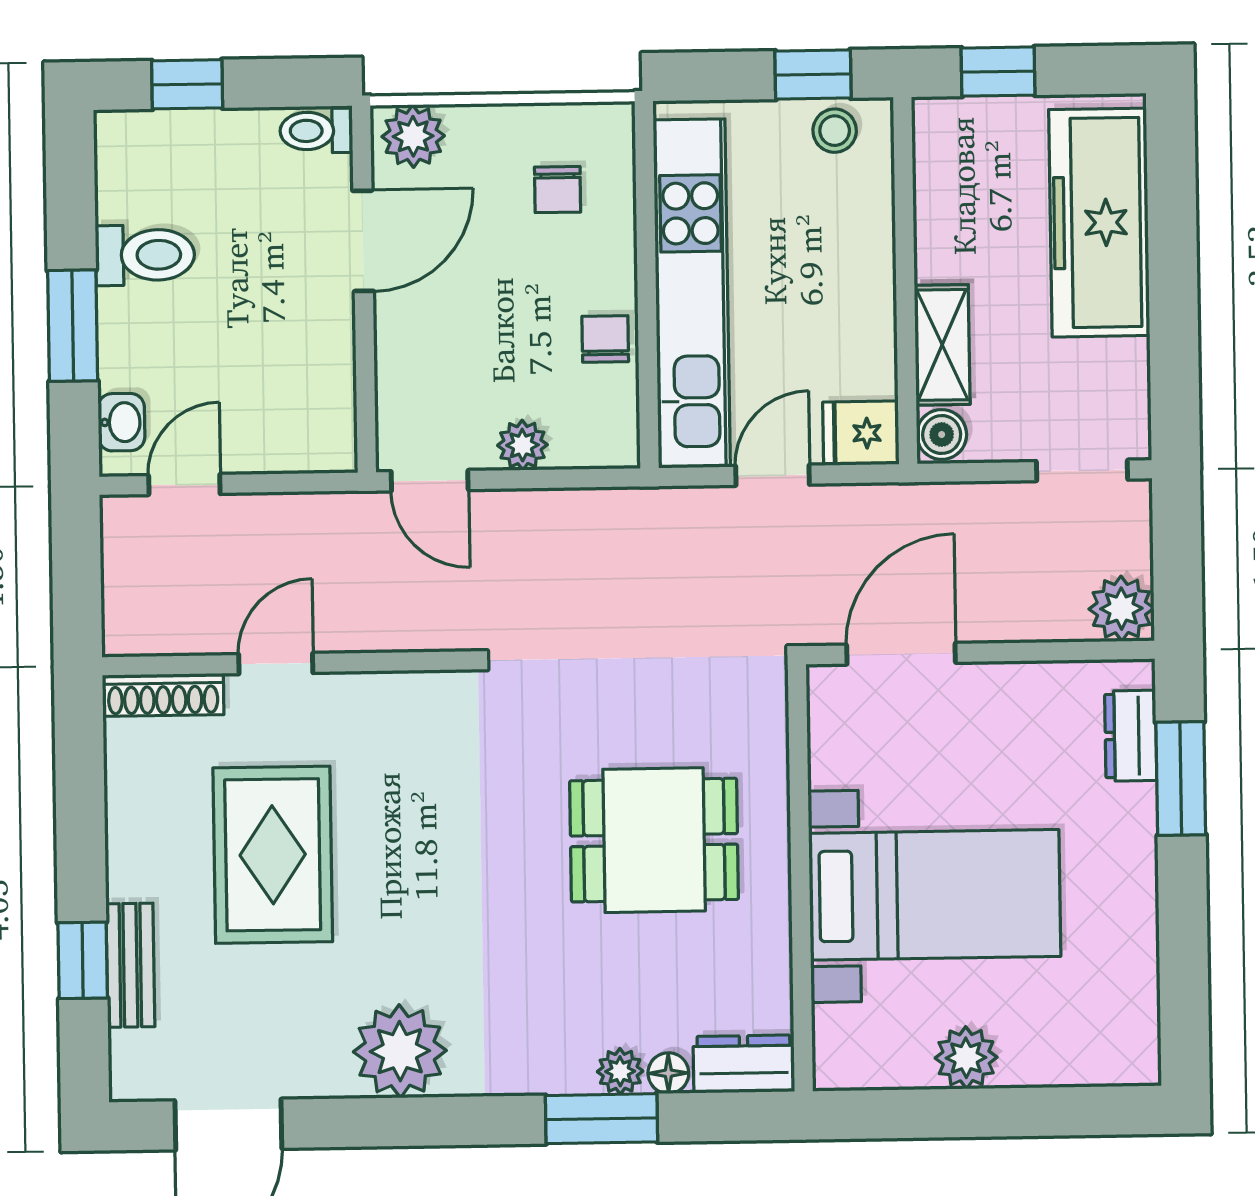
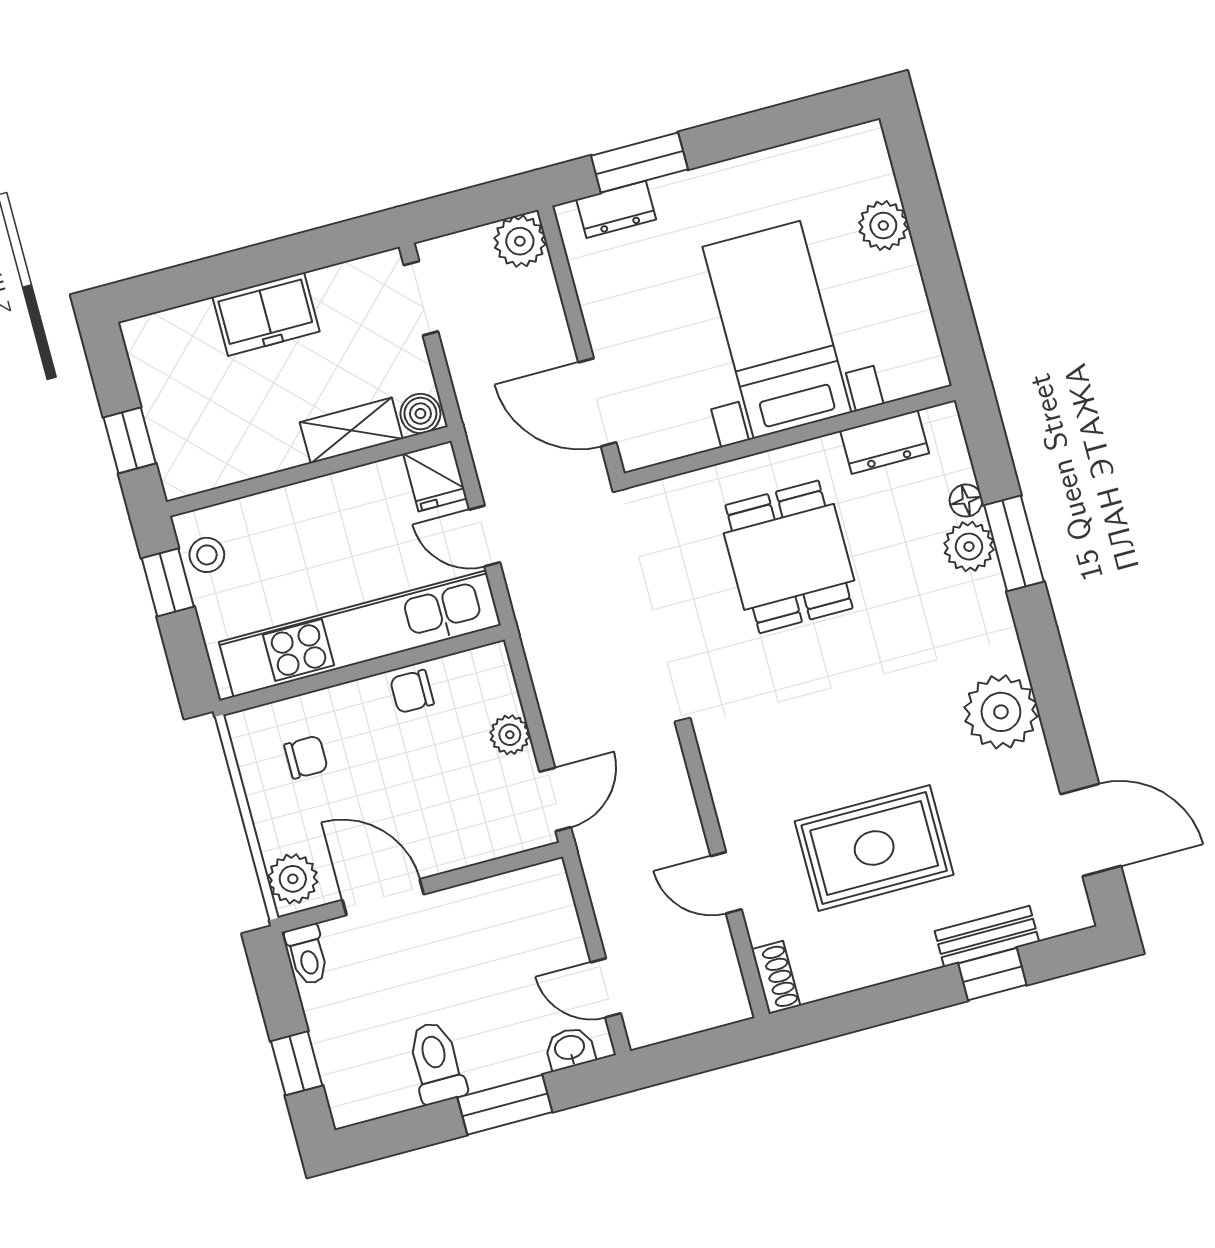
freezer: (1099, 223) -> (266, 314), width x0.52, depth x0.79
shoe rack: (163, 695) -> (776, 977), width x0.70
plant: (966, 1058) -> (883, 225), moved
dresser: (744, 1064) -> (885, 442), moved, turned -90
plant: (620, 1071) -> (969, 547), width x1.38, depth x1.38

